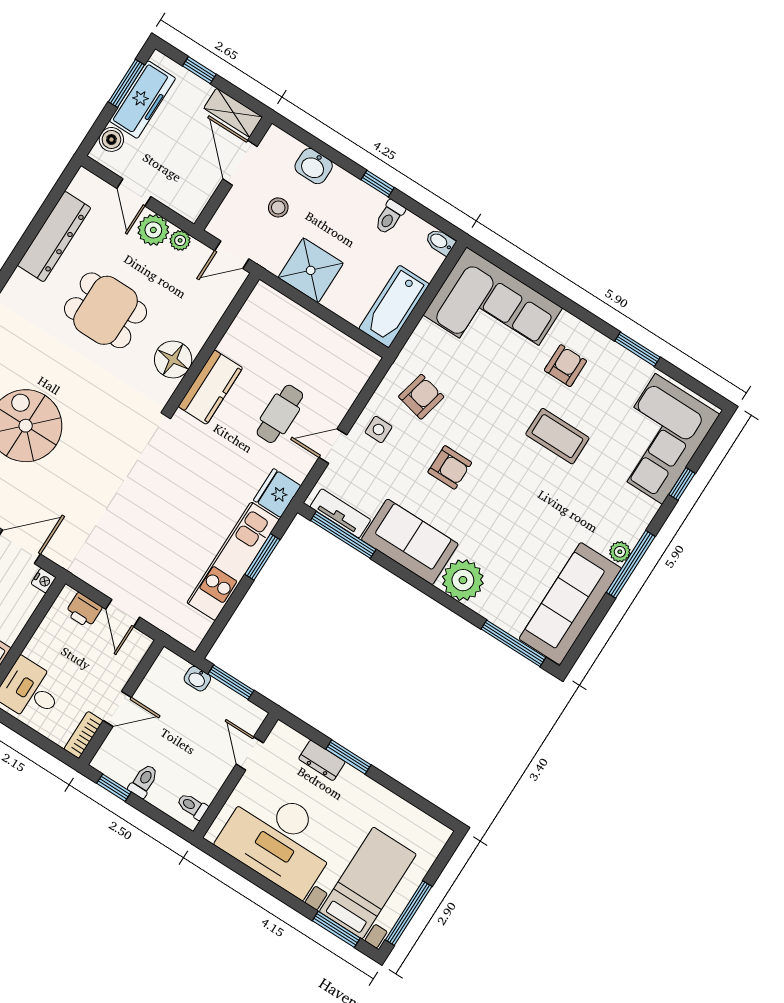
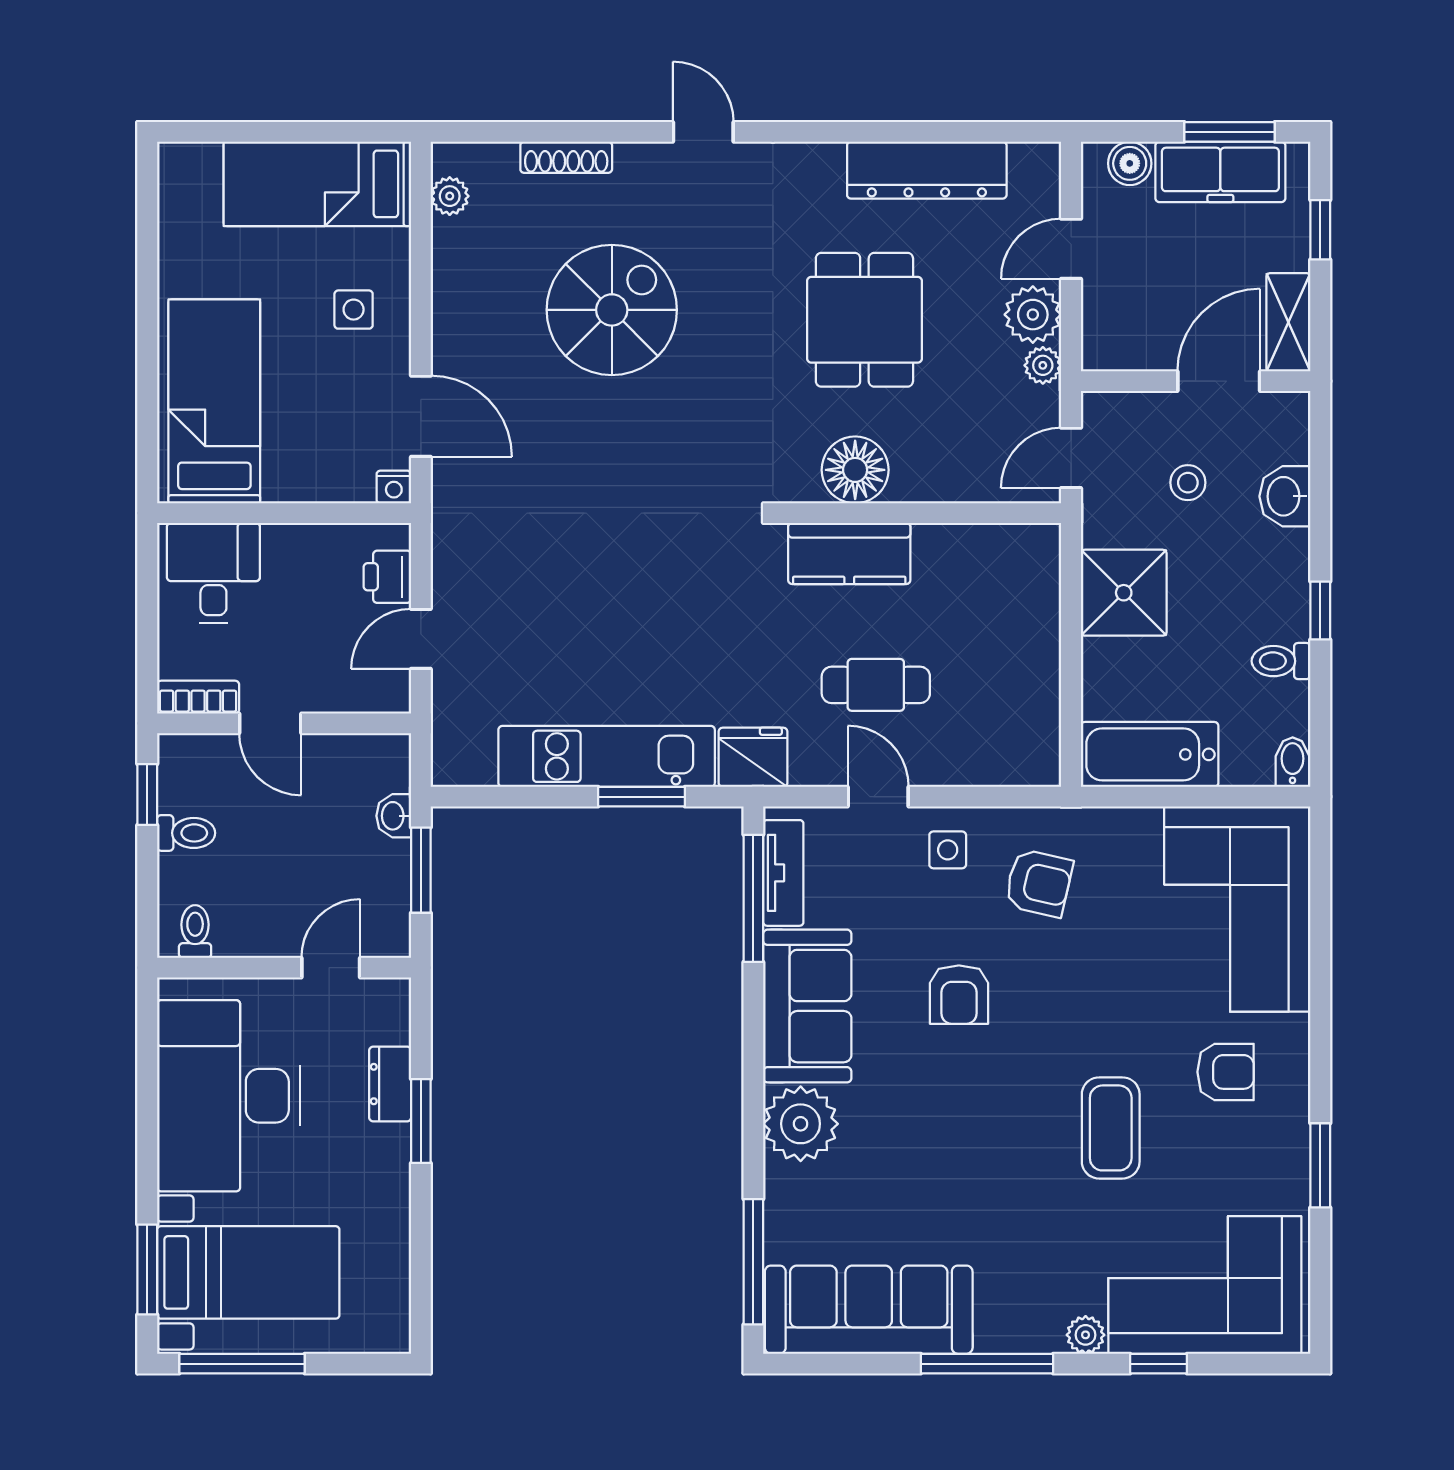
door: (232, 255) -> (1071, 458), hinge flipped
plant: (620, 552) -> (1086, 1335), moved

